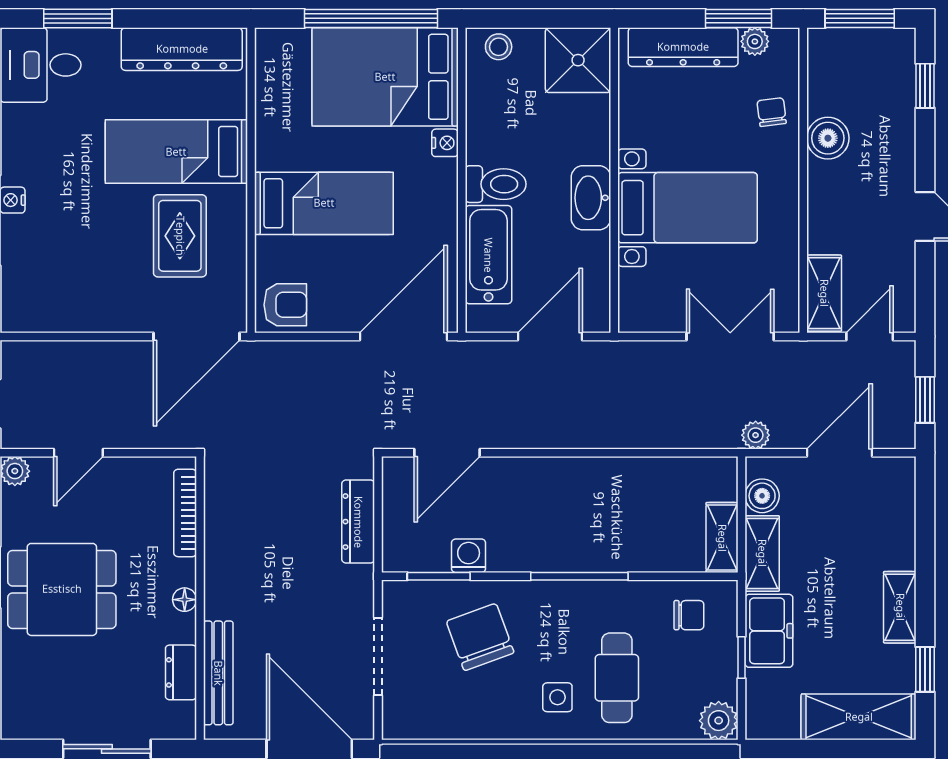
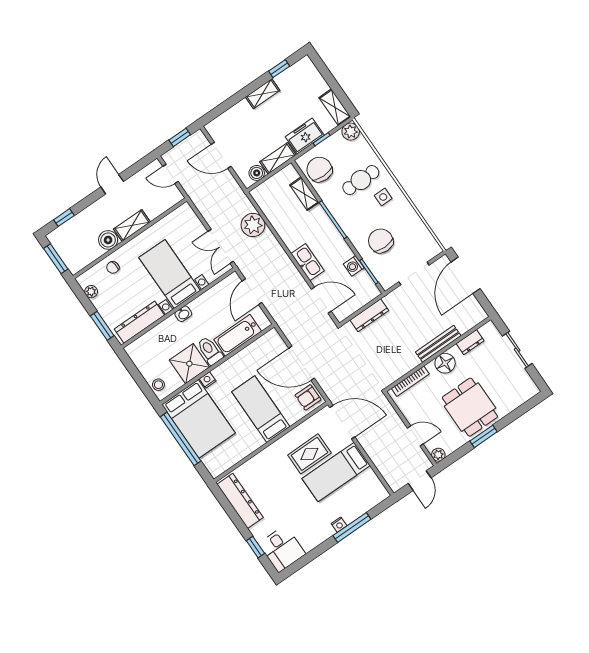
window: (78, 18) -> (255, 547), width x0.67
window: (739, 18) -> (102, 326), moved
dresser: (683, 47) -> (139, 322), moved, turned -90
shower: (578, 60) -> (189, 364), moved
bed: (176, 152) -> (336, 472), moved, turned 90
washbasin: (591, 198) -> (183, 314), width x0.52, depth x0.69
shelving: (824, 293) -> (132, 225), moved
armchair: (285, 305) -> (308, 397), turned -90
door: (403, 336) -> (302, 363), moved
door: (550, 336) -> (252, 292), hinge flipped
double door: (730, 336) -> (221, 246), moved
plant: (756, 435) -> (253, 225), moved, width x1.88, depth x1.88
kitchen sink: (534, 476) -> (308, 262), added
shelving: (722, 538) -> (304, 194), moved, turned 90
floor lamp: (185, 600) -> (445, 363), width x1.89, depth x1.89
chair: (689, 615) -> (319, 169), width x1.87, depth x1.87
chair: (480, 637) -> (381, 241), turned 110
bench: (218, 673) -> (438, 344), moved
shelving: (859, 717) -> (335, 107), moved, width x0.67, depth x0.75

